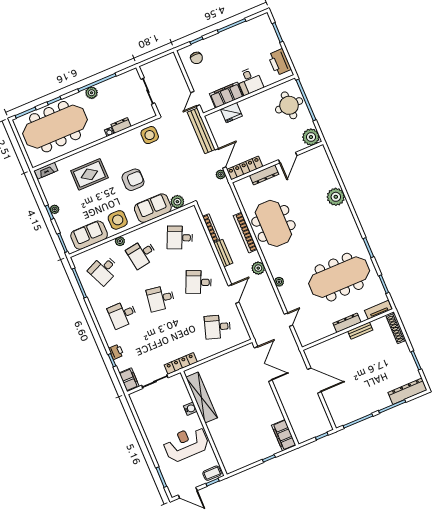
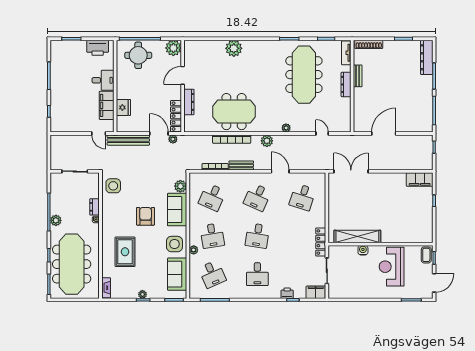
chair: (196, 58) -> (64, 118), removed
door: (288, 158) -> (183, 75), swing flipped

